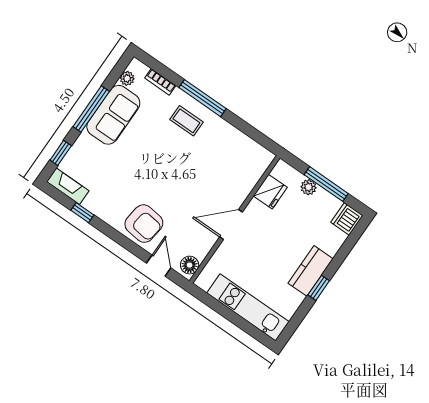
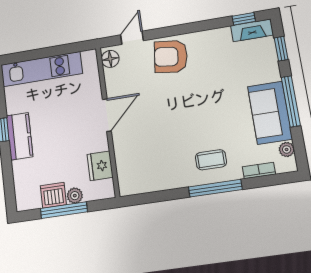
window: (82, 213) -> (244, 19), moved
dishwasher: (347, 219) -> (53, 195), moved, turned -90
door: (159, 266) -> (132, 38), swing flipped

